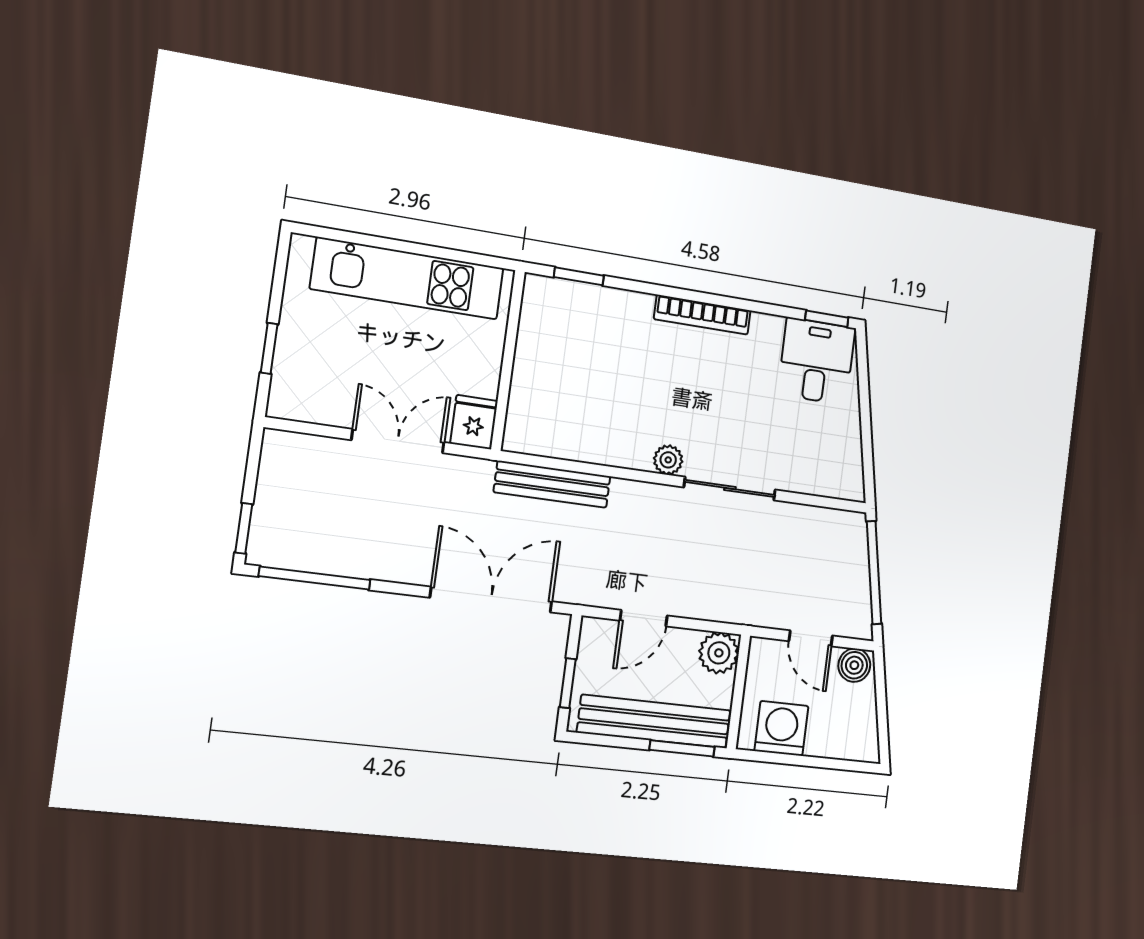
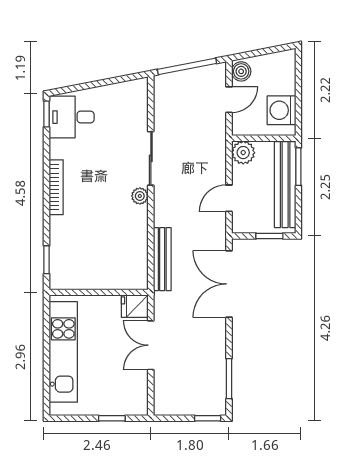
window: (315, 578) -> (229, 379), width x0.69
door: (644, 618) -> (229, 198), swing flipped

